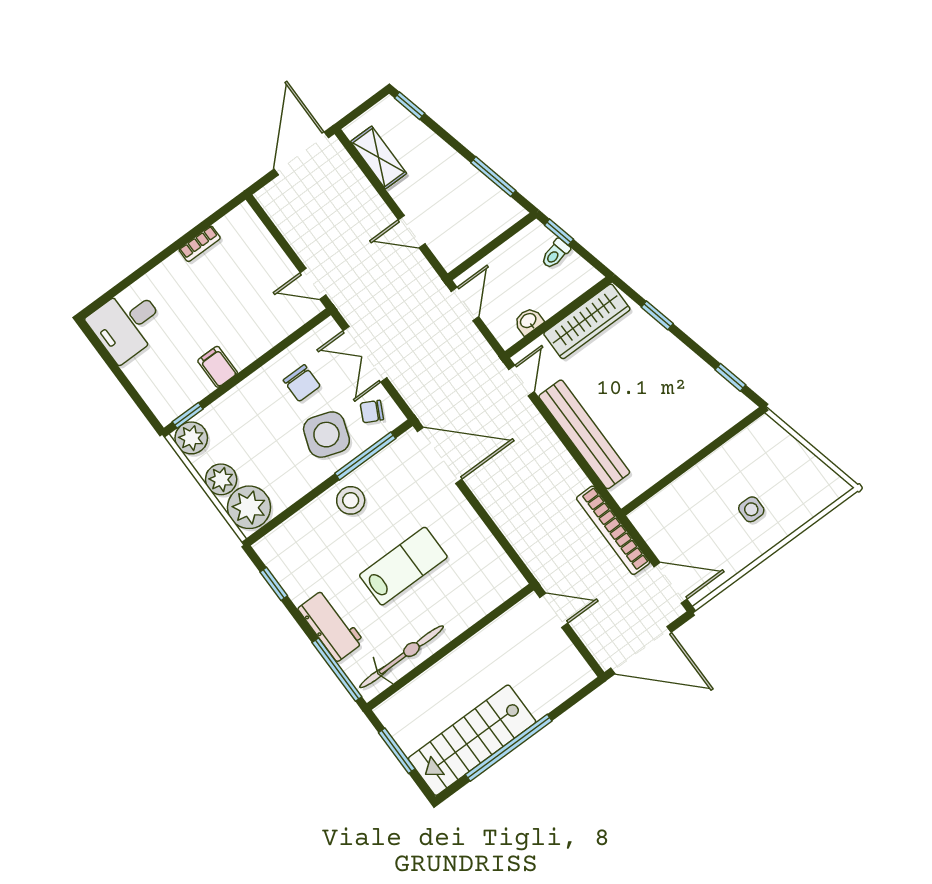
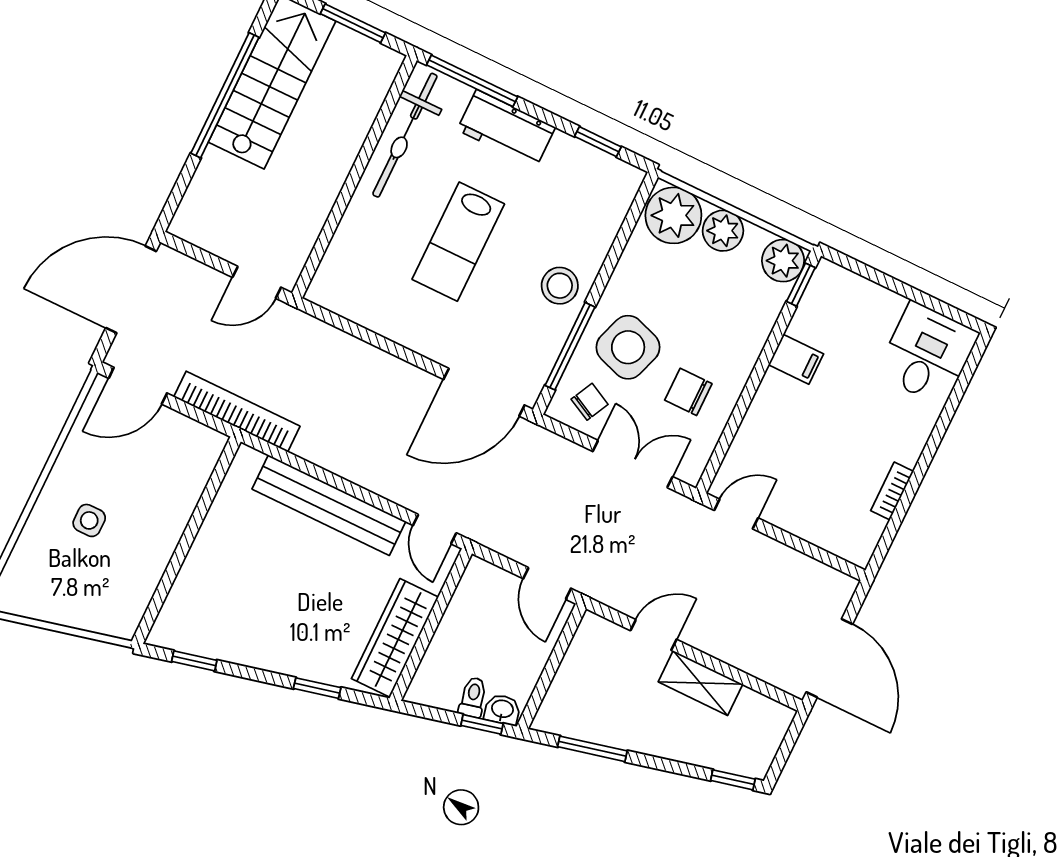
shelving: (379, 157) -> (700, 683), moved
washbasin: (529, 321) -> (502, 710), moved, turned -103

